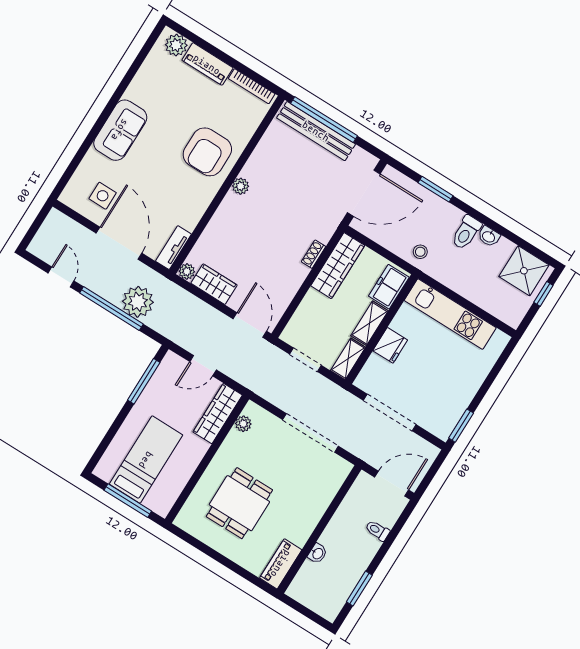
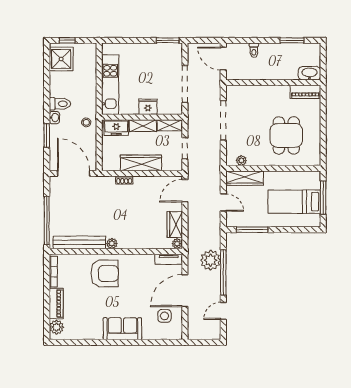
bench: (316, 131) -> (79, 242), moved, turned 90
washbasin: (489, 236) -> (54, 118), moved
wardrobe: (338, 266) -> (141, 163), moved
dining table: (239, 503) -> (286, 135), turned 90
washbasin: (317, 553) -> (309, 73), moved, width x1.91, depth x1.45

